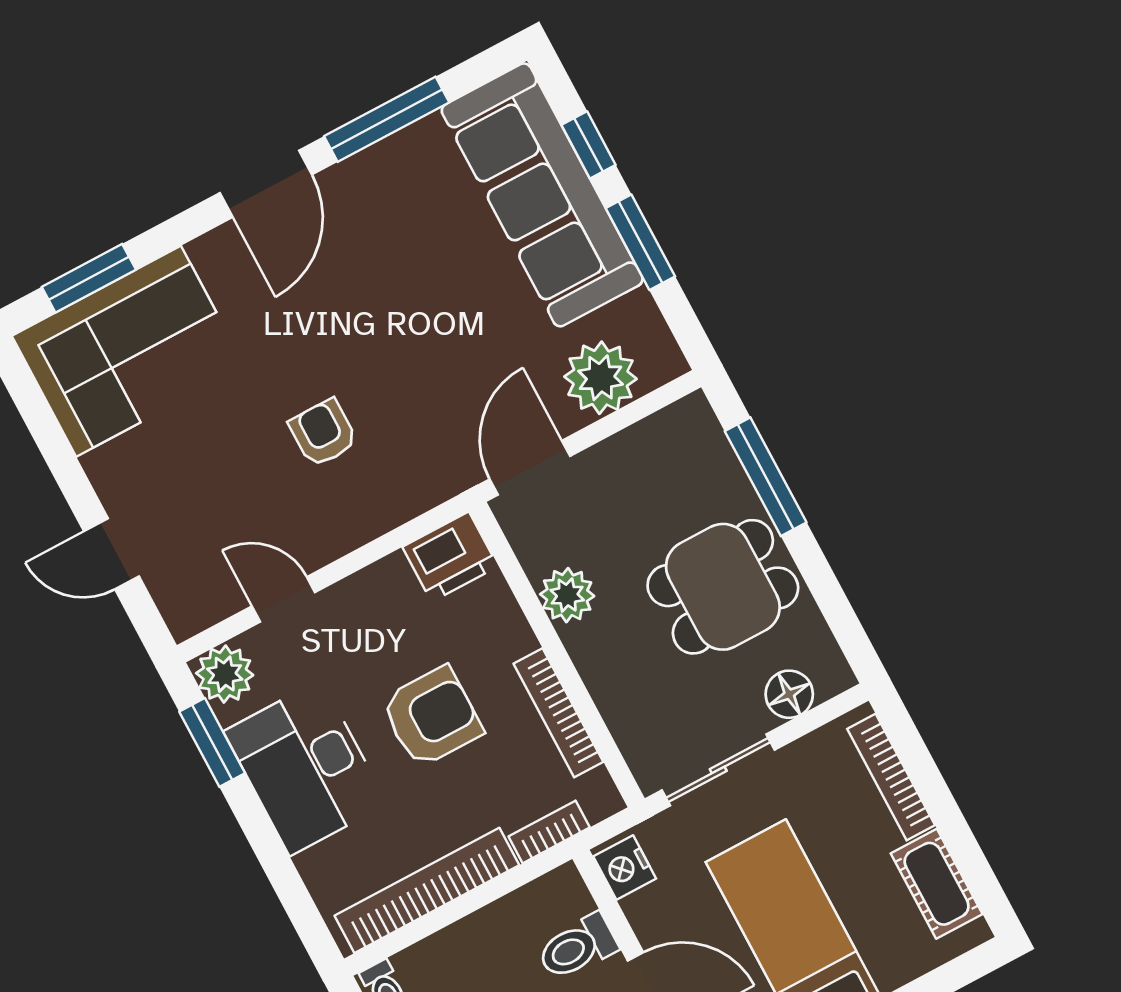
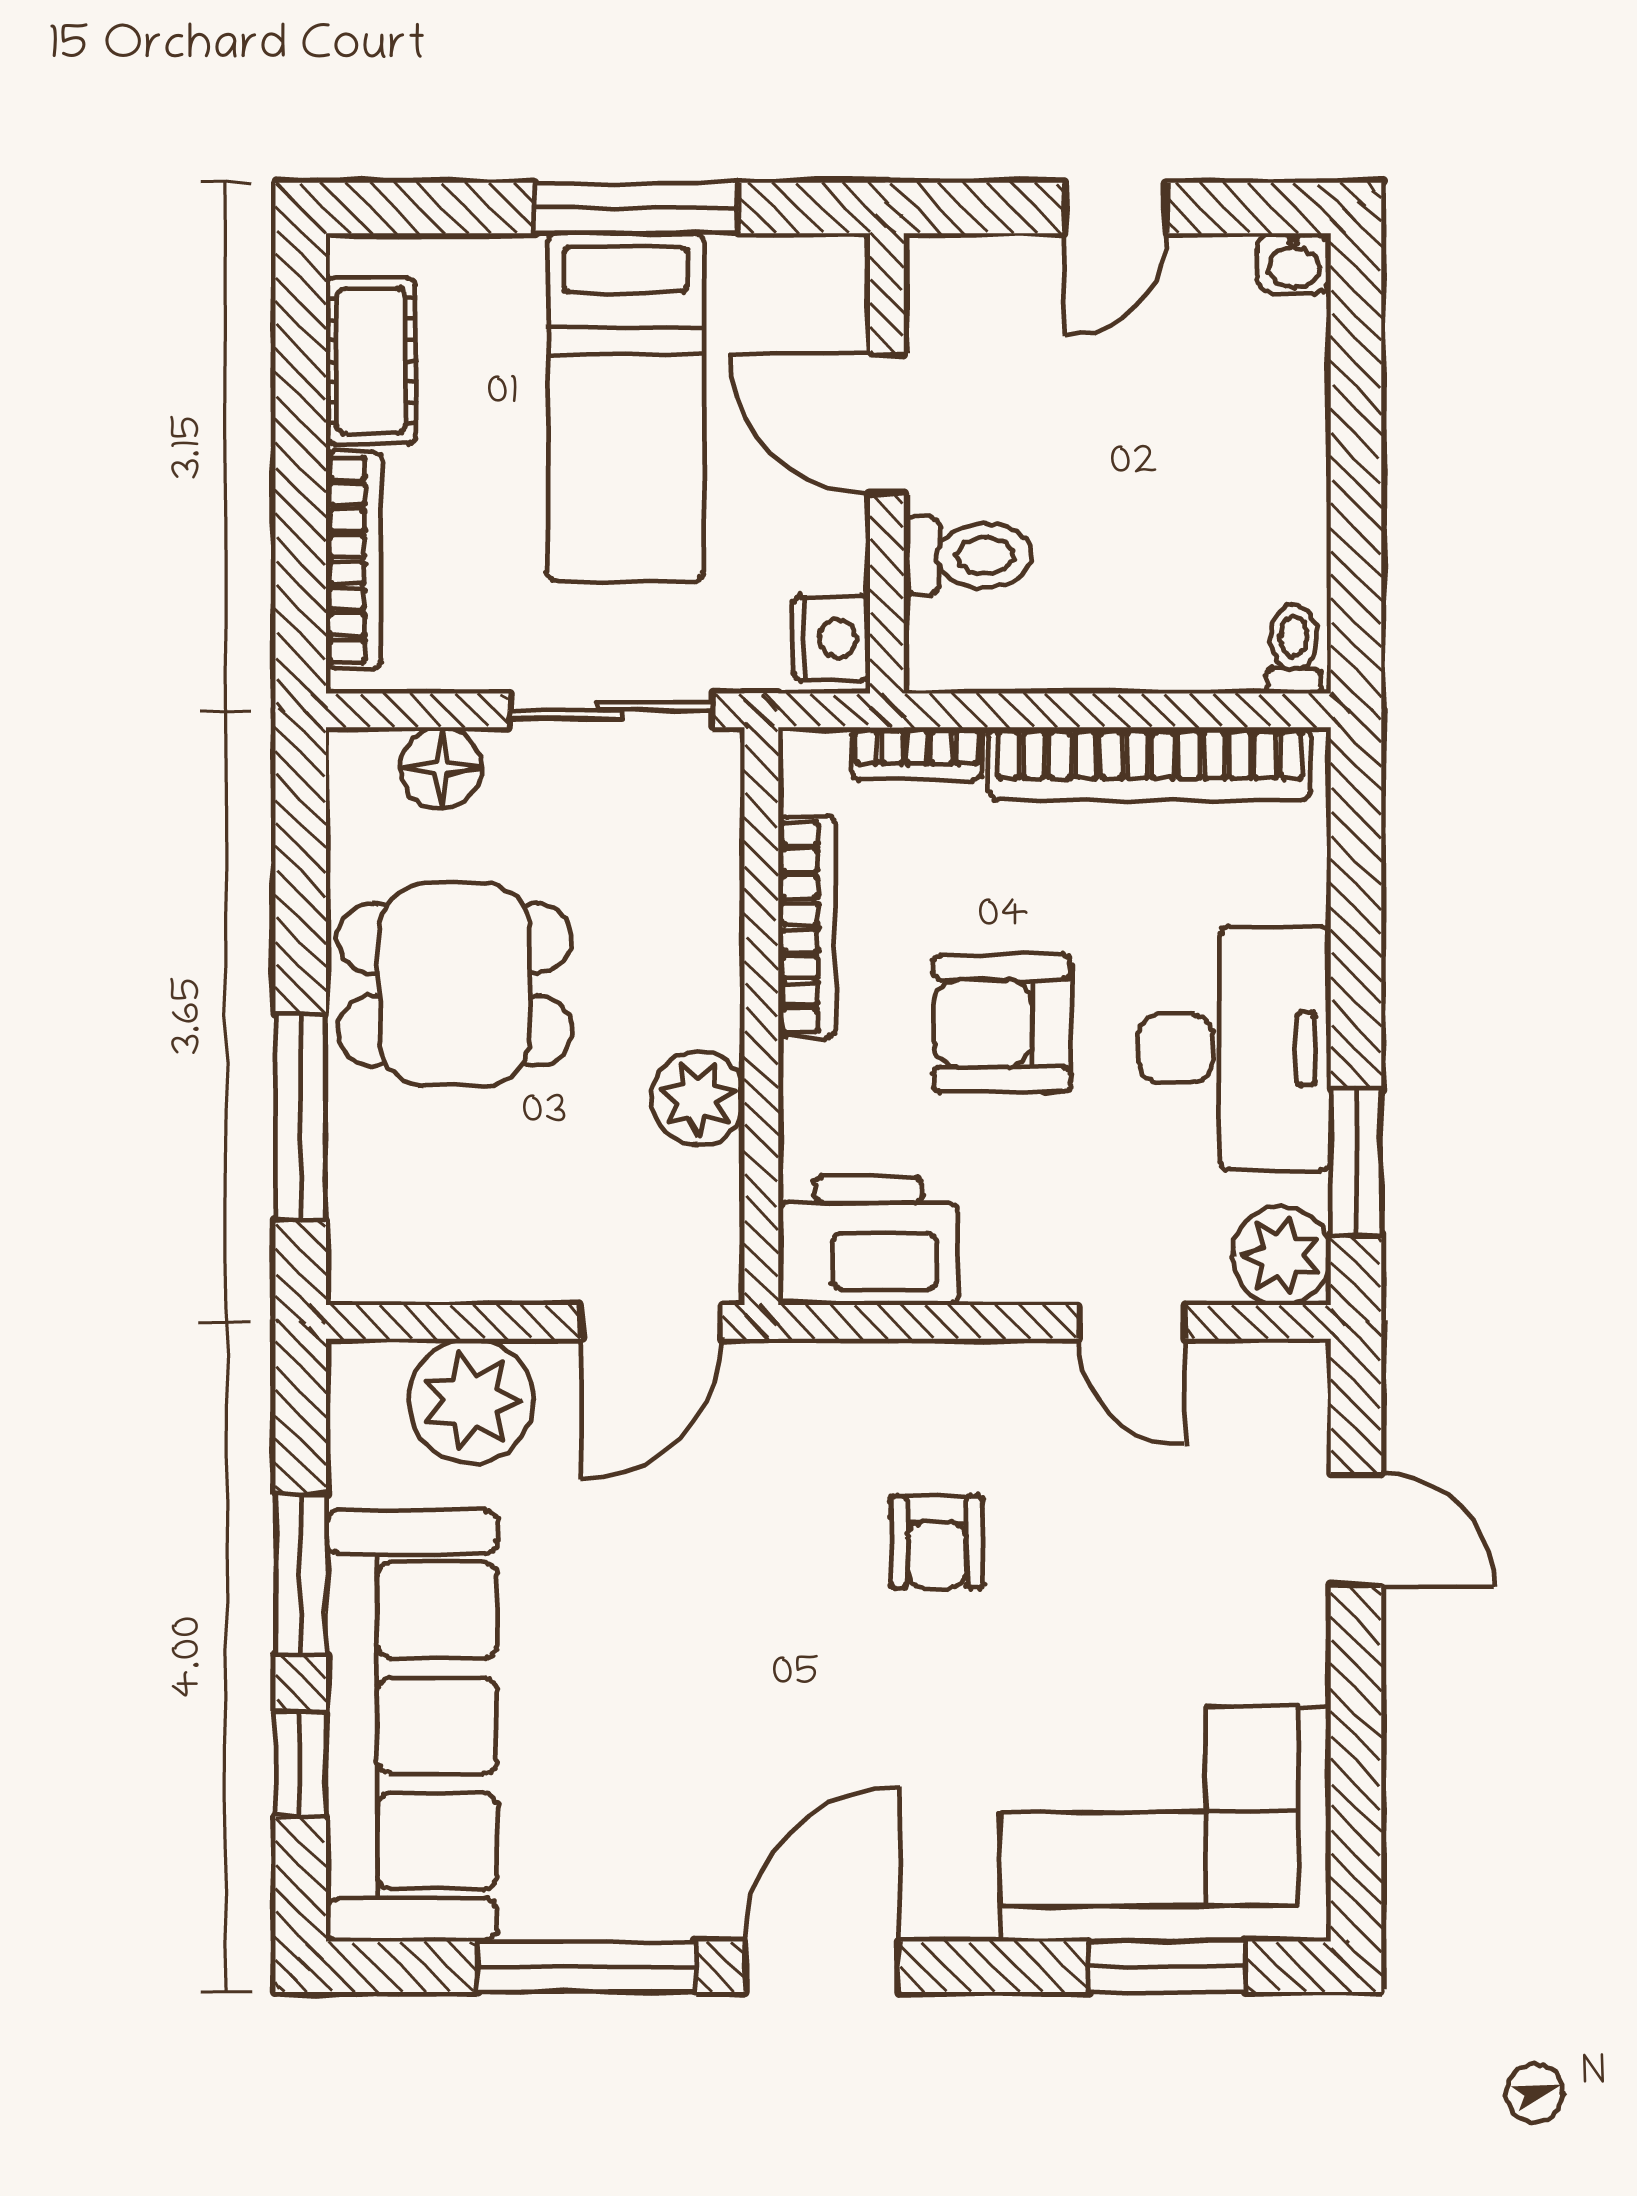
printer: (450, 557) -> (868, 1241), width x1.37, depth x1.19

